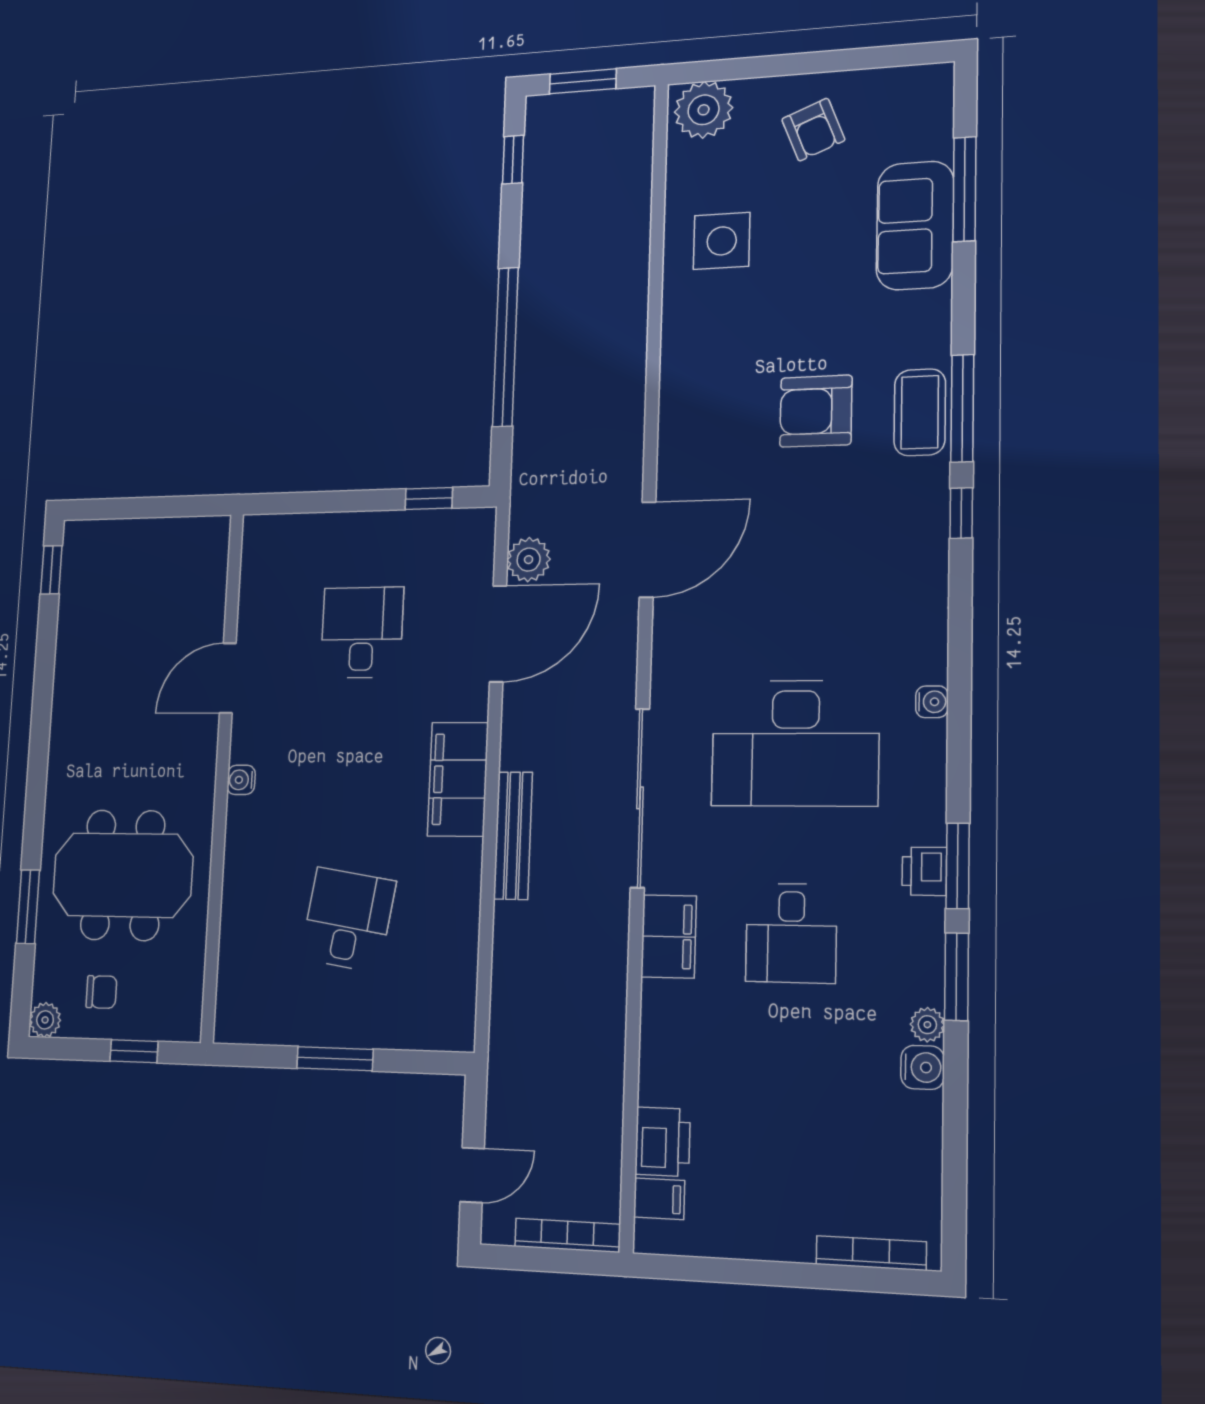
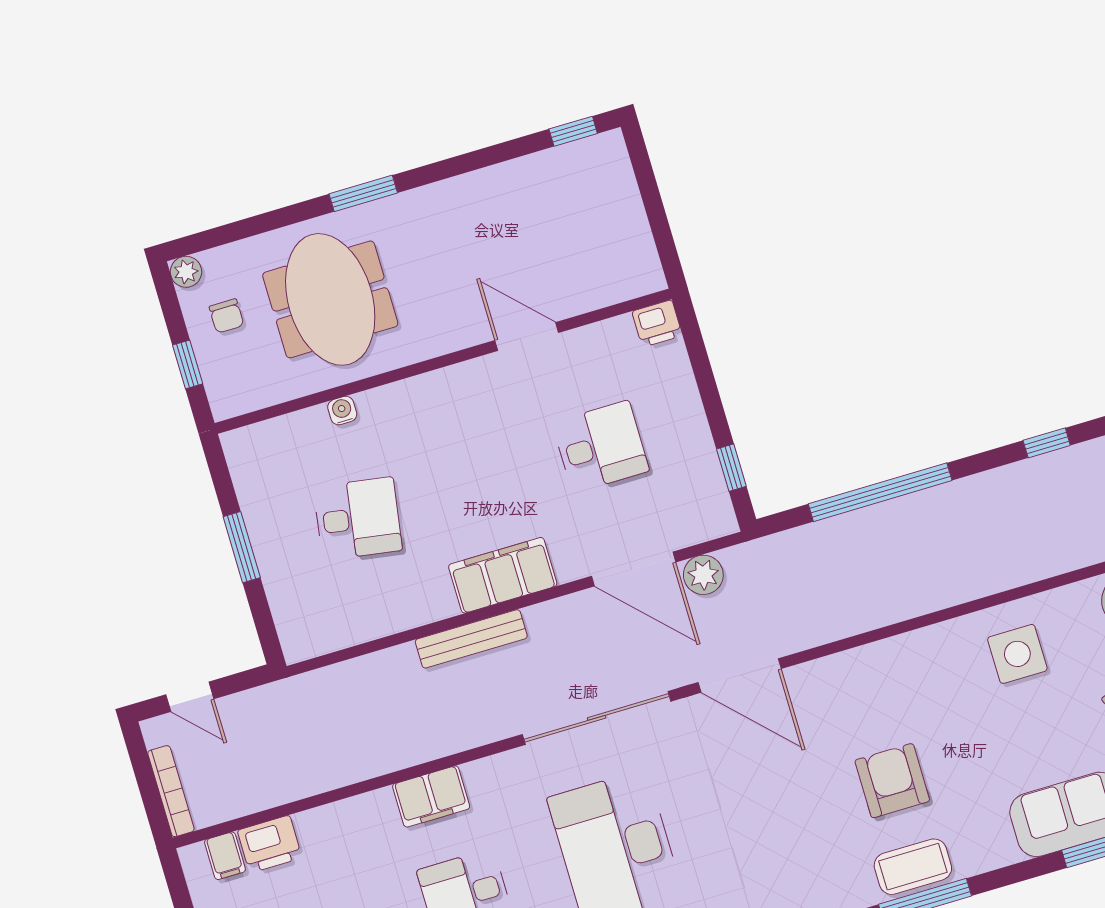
printer: (261, 537) -> (657, 323), added
water cooler: (241, 780) -> (342, 411), moved
sliding door: (640, 798) -> (597, 718), moved
window: (28, 907) -> (363, 193), moved

